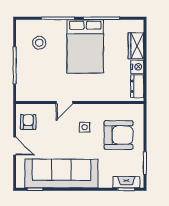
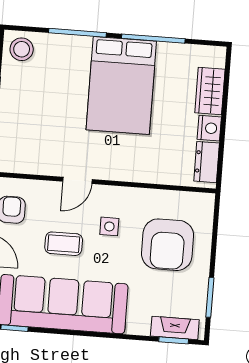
stool: (39, 43) -> (22, 49), moved
armchair: (119, 135) -> (168, 245), turned 90
coffee table: (59, 139) -> (64, 244), added

